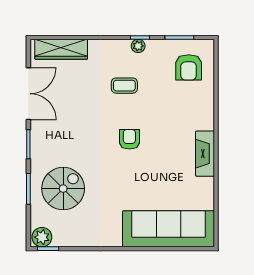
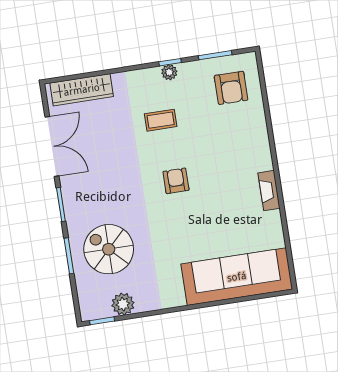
fireplace: (205, 154) -> (269, 191), width x0.73, depth x0.76
spiral stairs: (63, 189) -> (109, 249), turned -90
plant: (42, 237) -> (123, 304), moved

